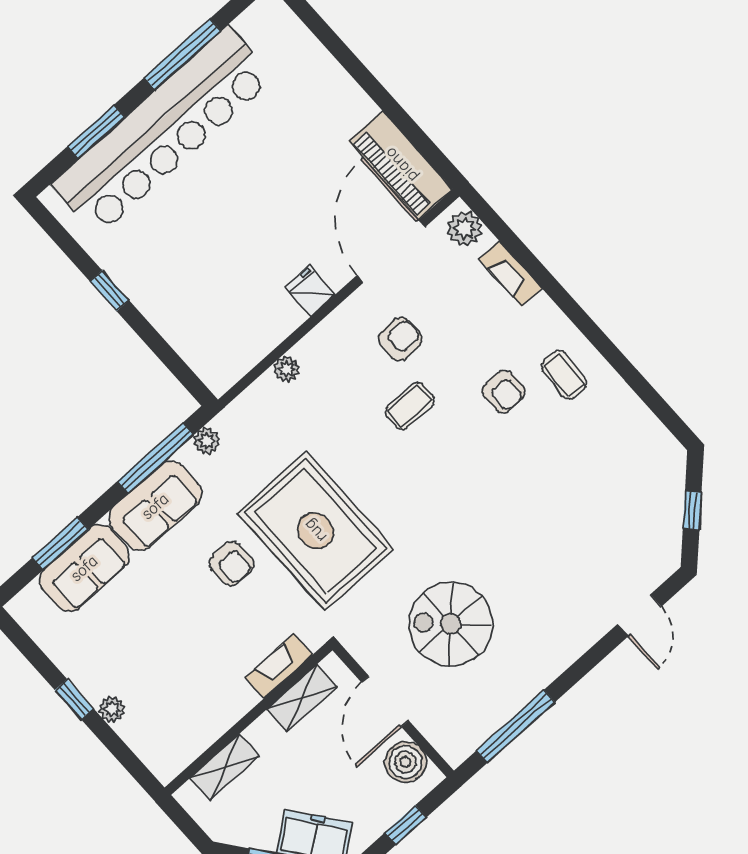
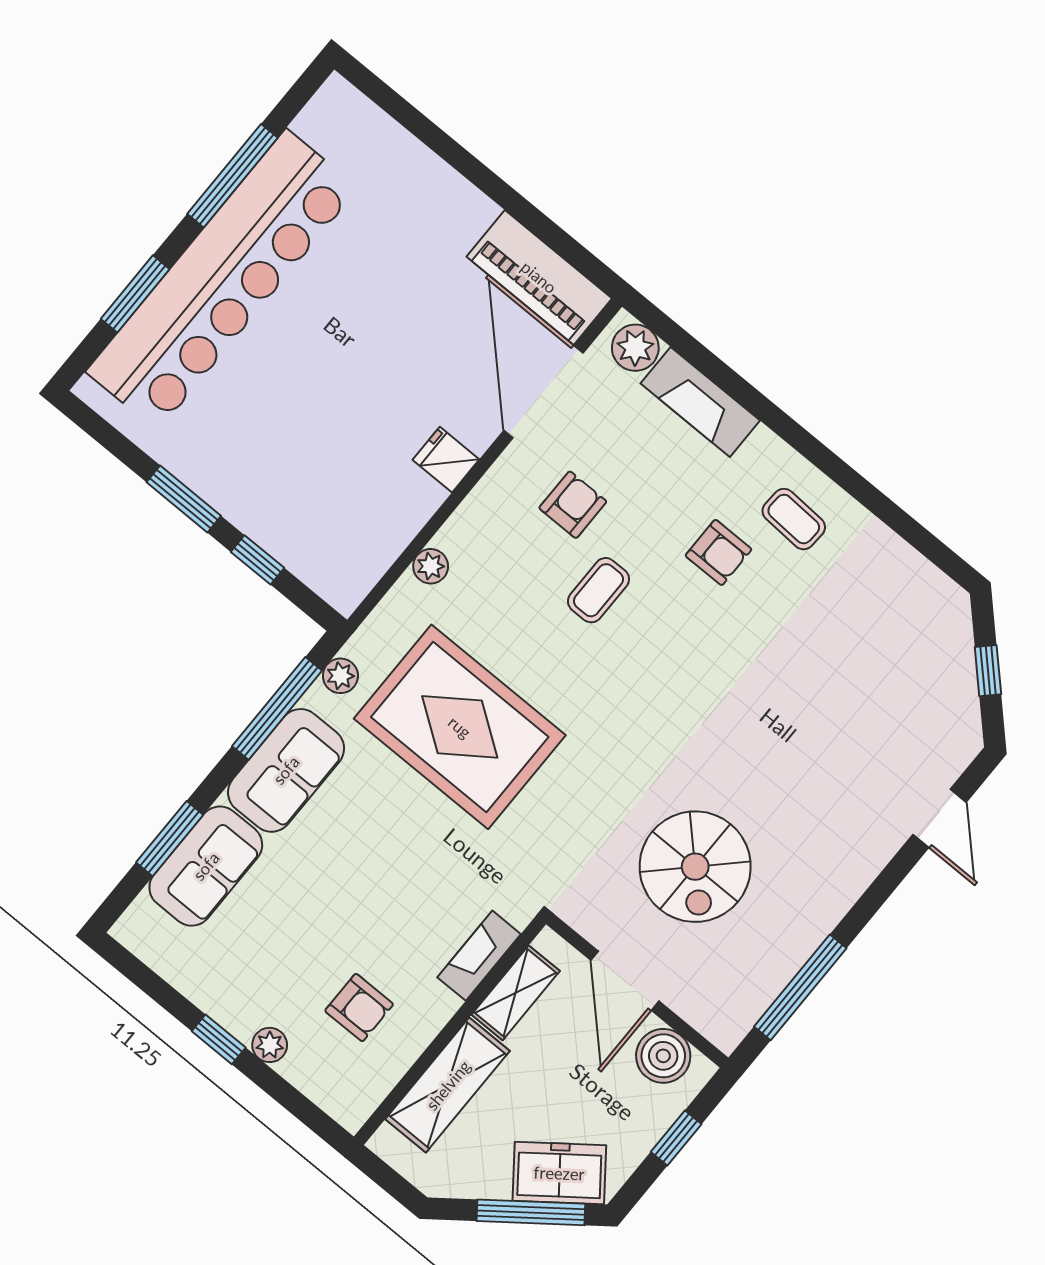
fireplace: (510, 274) -> (700, 402), width x1.37, depth x1.32
window: (109, 291) -> (184, 499), width x1.50
window: (158, 345) -> (257, 560), added
rug: (315, 531) -> (460, 727), moved
armchair: (232, 564) -> (359, 1008), moved
spiral stairs: (451, 624) -> (695, 867), turned -90
shelving: (225, 767) -> (448, 1085), width x1.50, depth x1.33

